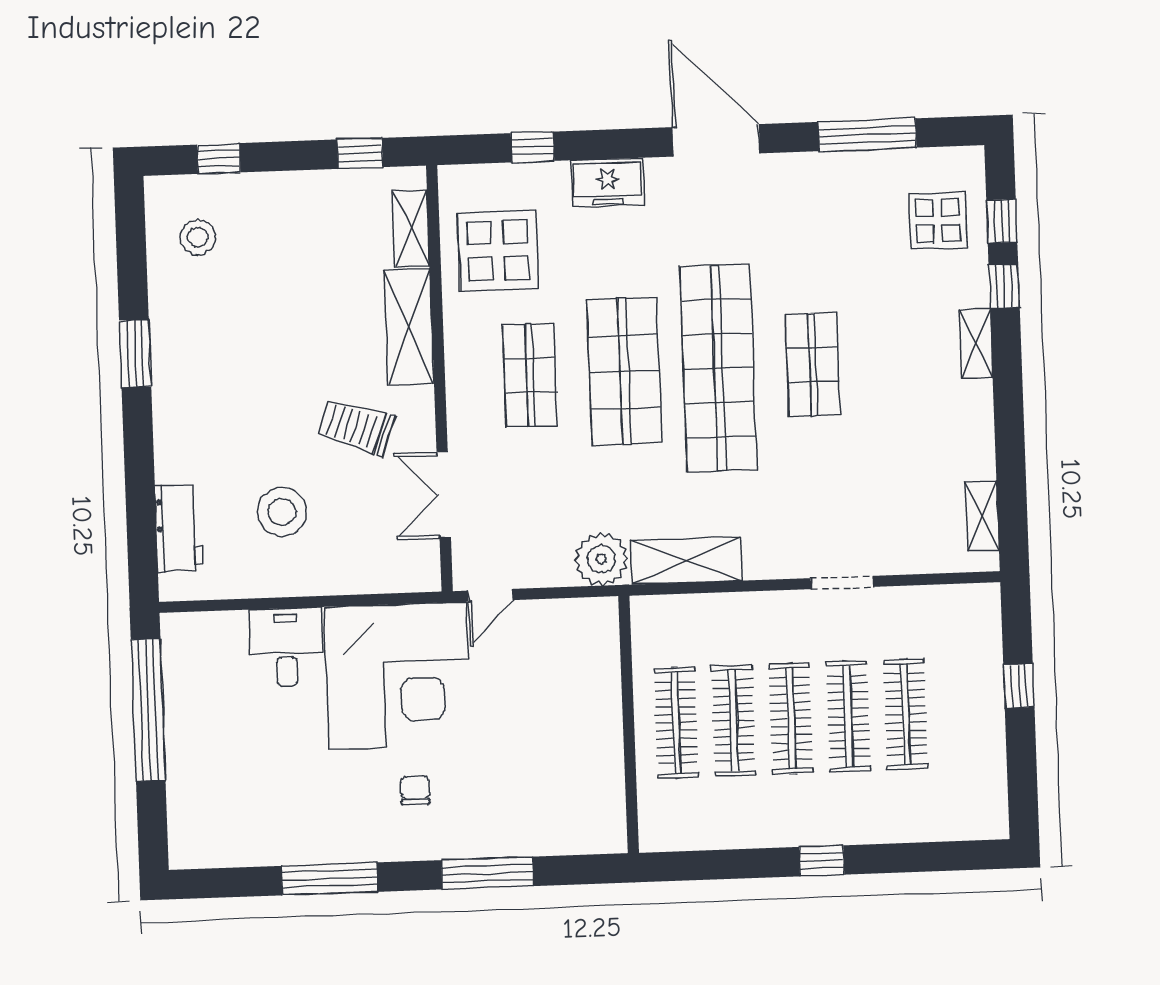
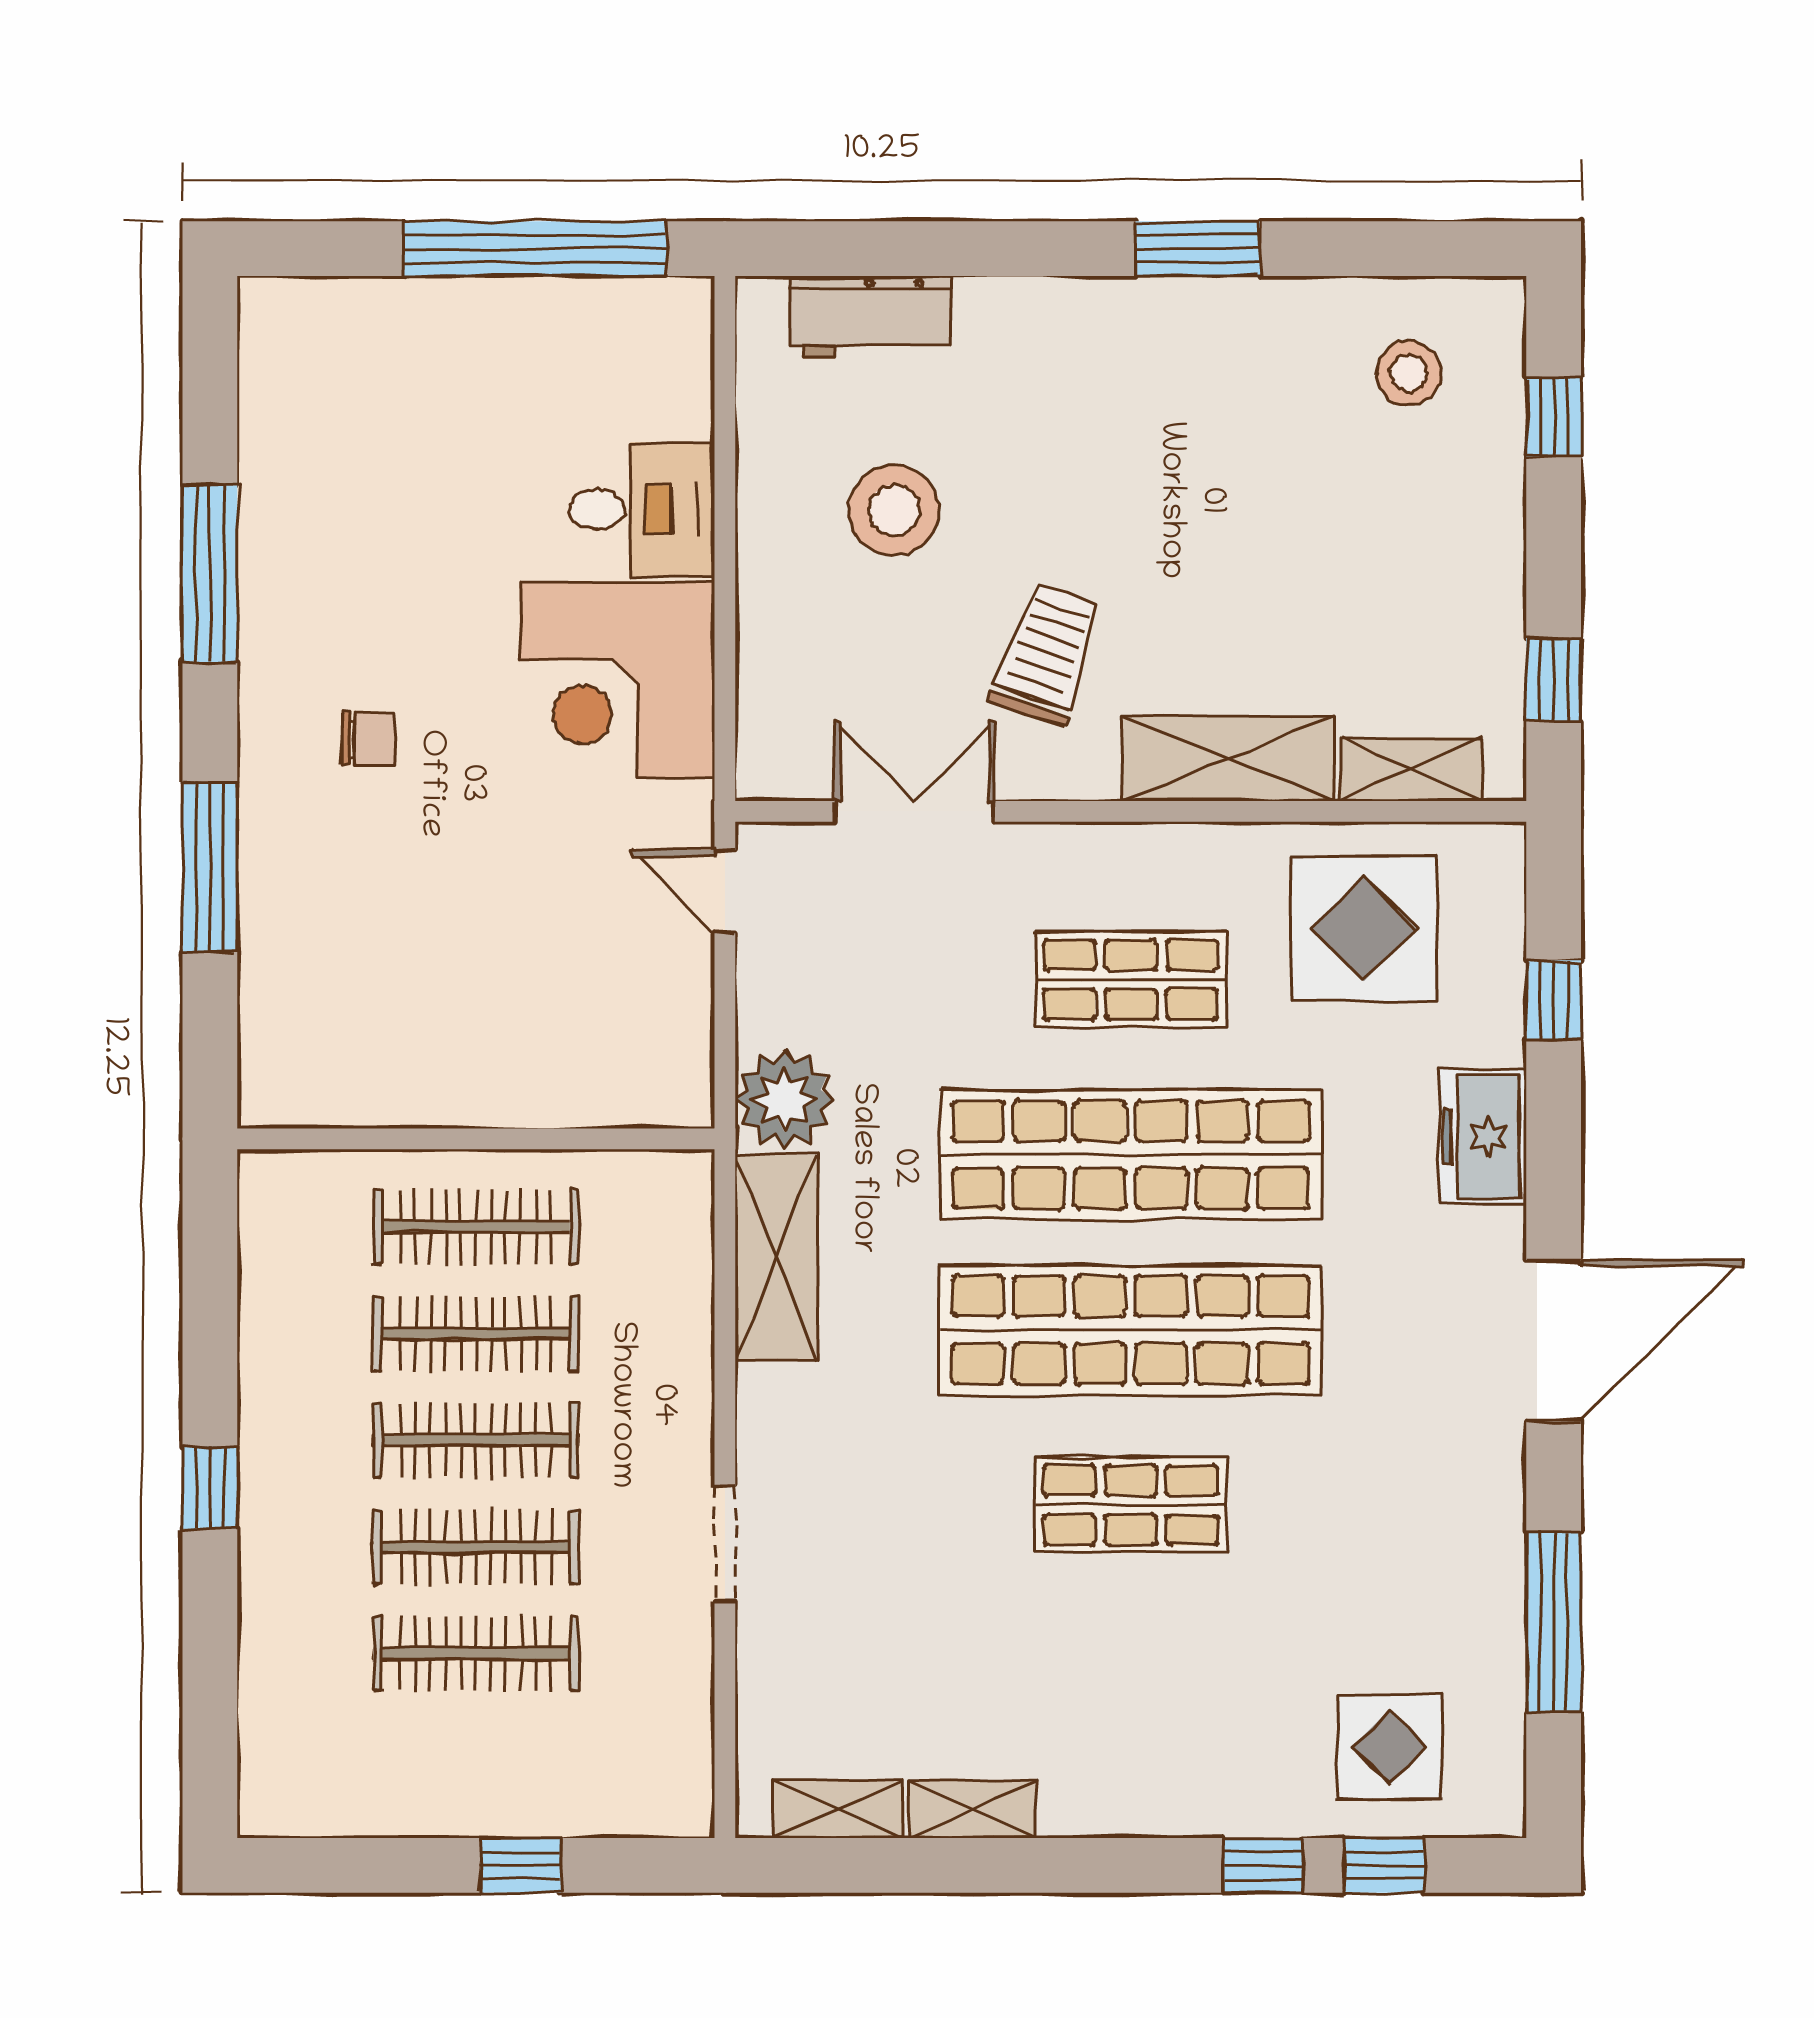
shelving: (976, 343) -> (972, 1809), moved
shop shelf: (624, 372) -> (1131, 1155), width x1.40
corner desk: (398, 676) -> (617, 680), width x0.74, depth x0.74

